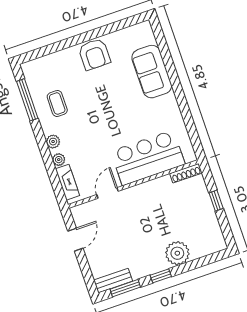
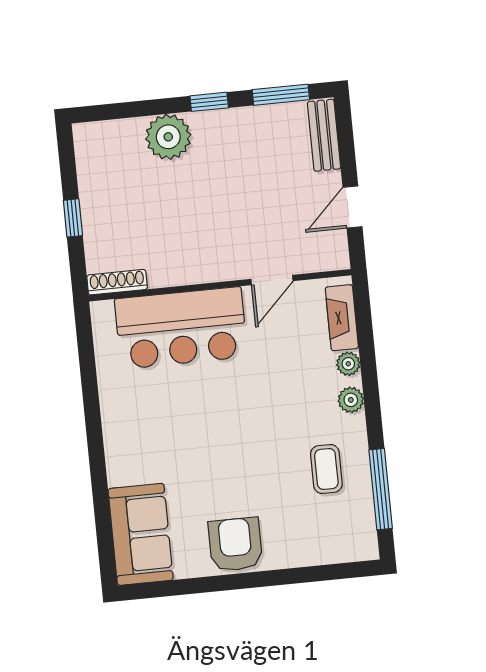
sofa: (152, 72) -> (141, 534), moved
bench: (113, 281) -> (324, 135), moved, turned 90

